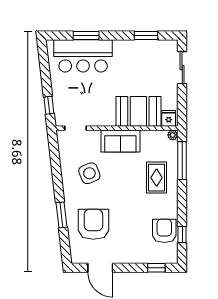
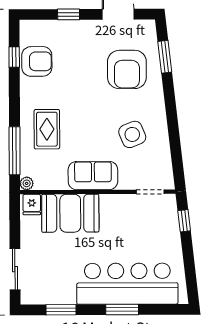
window: (86, 36) -> (122, 310), moved
bar counter: (83, 56) -> (127, 284), width x1.36
window: (61, 215) -> (165, 57), moved
armchair: (164, 231) -> (37, 61), turned -90
window: (156, 268) -> (69, 14), moved

